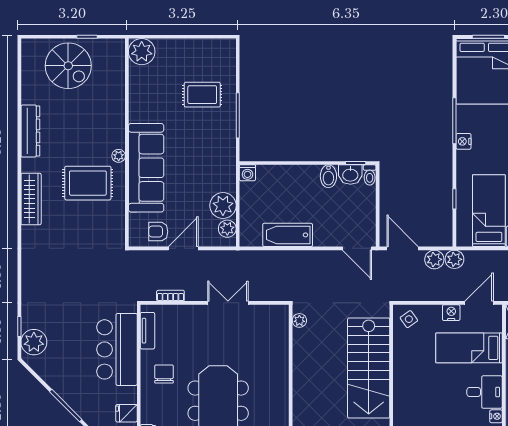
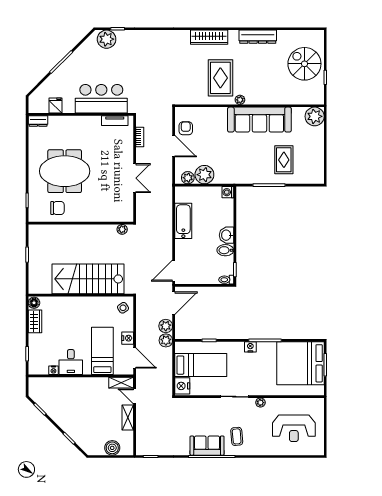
spiral stairs: (68, 66) -> (304, 64), turned 90
sofa: (146, 168) -> (259, 120), moved
washbasin: (350, 175) -> (227, 235), moved
chair: (164, 374) -> (57, 208), moved

